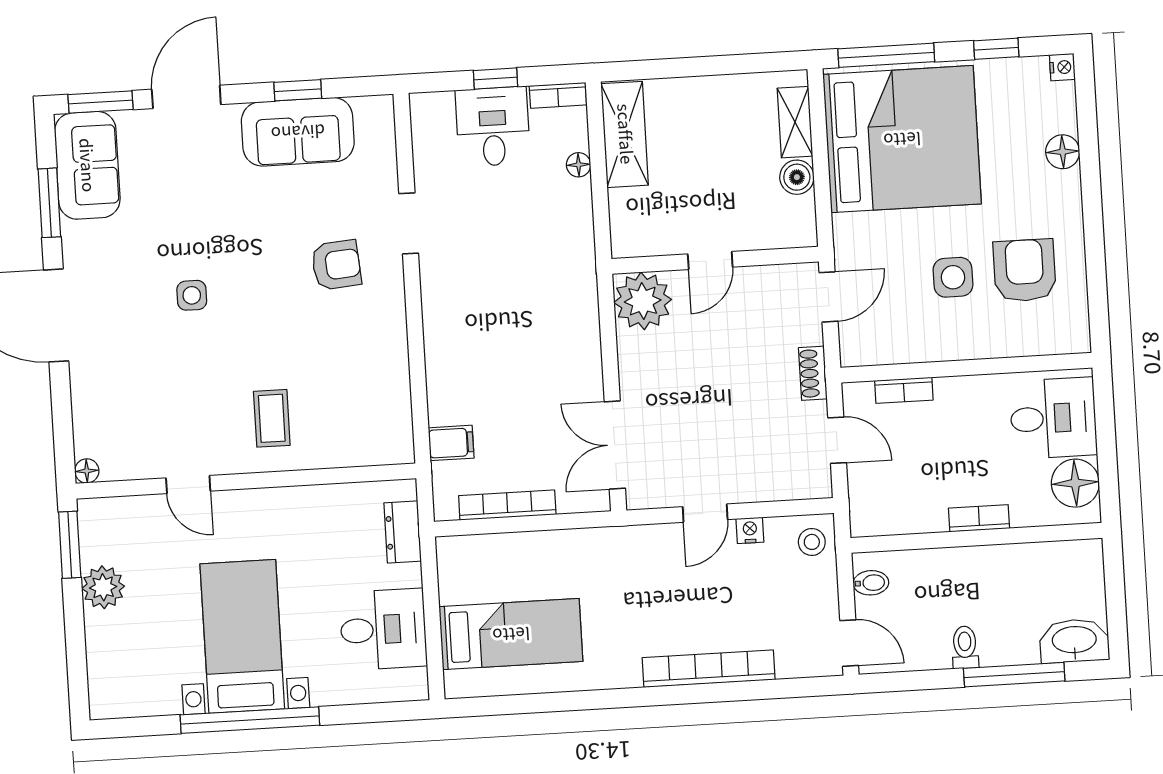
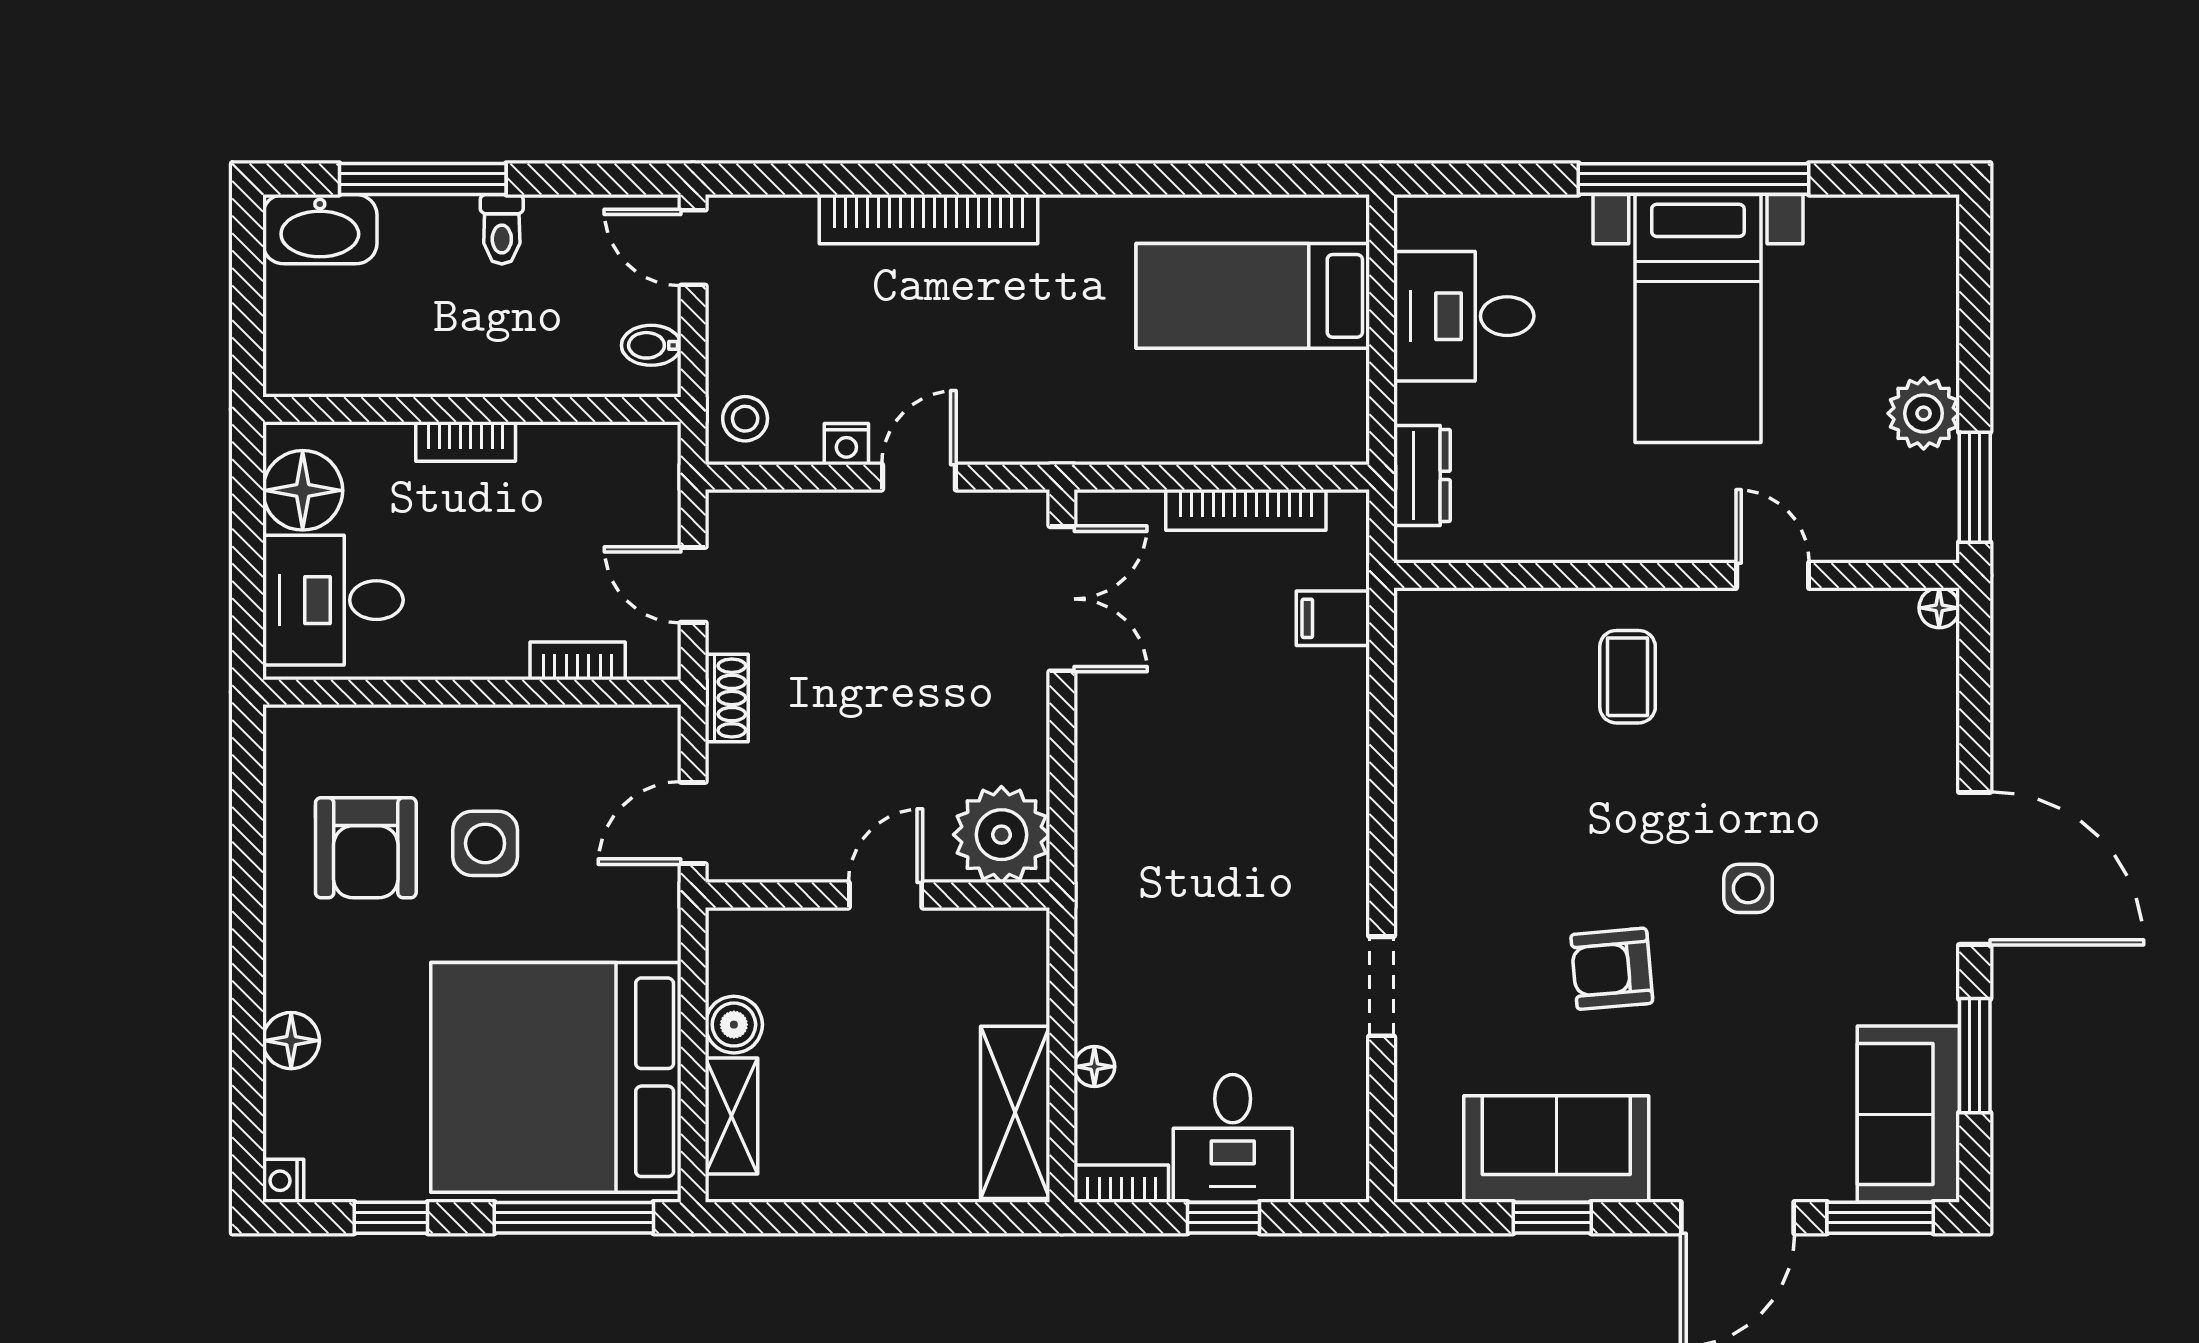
armchair: (336, 265) -> (1612, 969), moved

